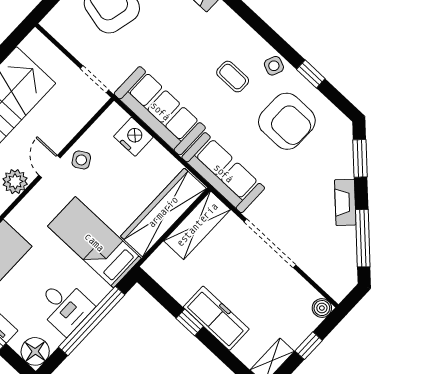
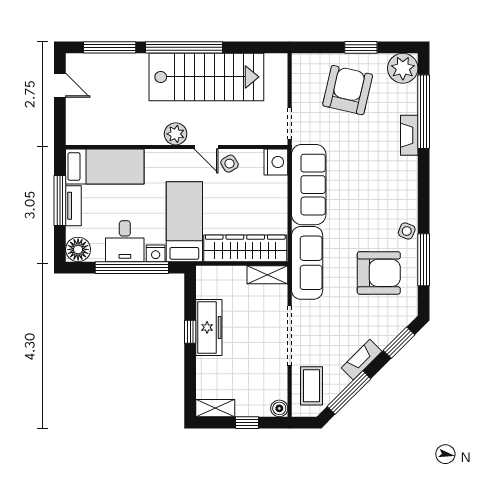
window: (311, 74) -> (424, 260), width x2.17
coffee table: (233, 77) -> (311, 386), moved, width x1.36, depth x1.30
armchair: (287, 121) -> (379, 273), turned -90
nightstand: (133, 137) -> (276, 162), moved
door: (49, 166) -> (206, 147), swing flipped
shelving: (197, 225) -> (267, 275), width x0.67, depth x0.75
nightstand: (98, 290) -> (156, 253), added
freezer: (216, 318) -> (209, 327), moved

